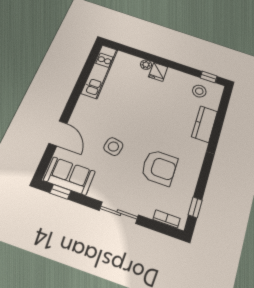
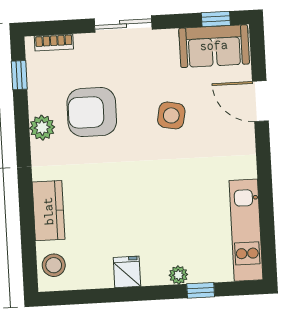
fridge: (158, 72) -> (127, 272), moved
window: (209, 77) -> (201, 290), moved
stool: (199, 91) -> (54, 265), moved
plant: (192, 171) -> (42, 128), added

